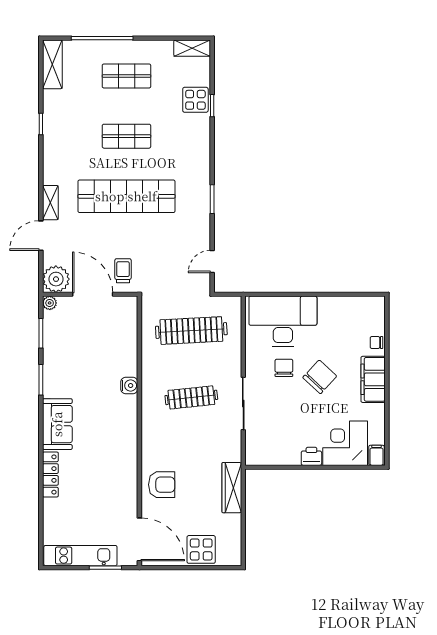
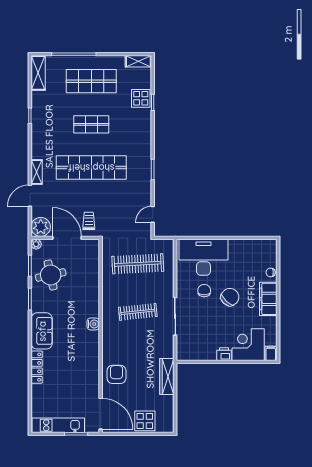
shop shelf: (126, 76) -> (91, 81), width x1.43, depth x1.36
round table: (70, 346) -> (51, 275), added
water cooler: (129, 385) -> (93, 324), moved
armchair: (162, 485) -> (116, 374), turned -90

